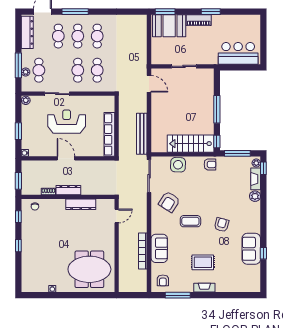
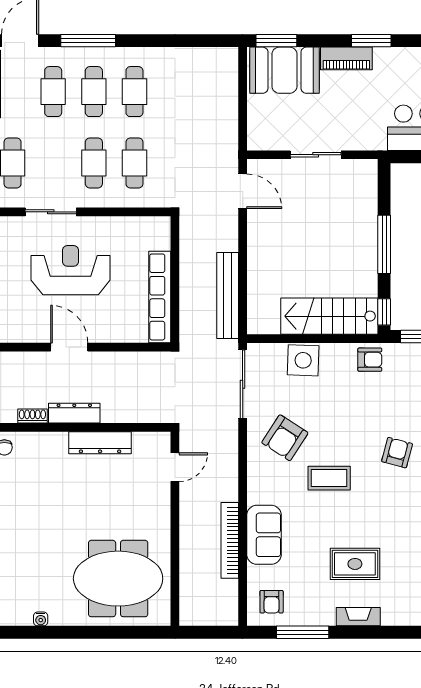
armchair: (222, 225) -> (397, 453), moved

